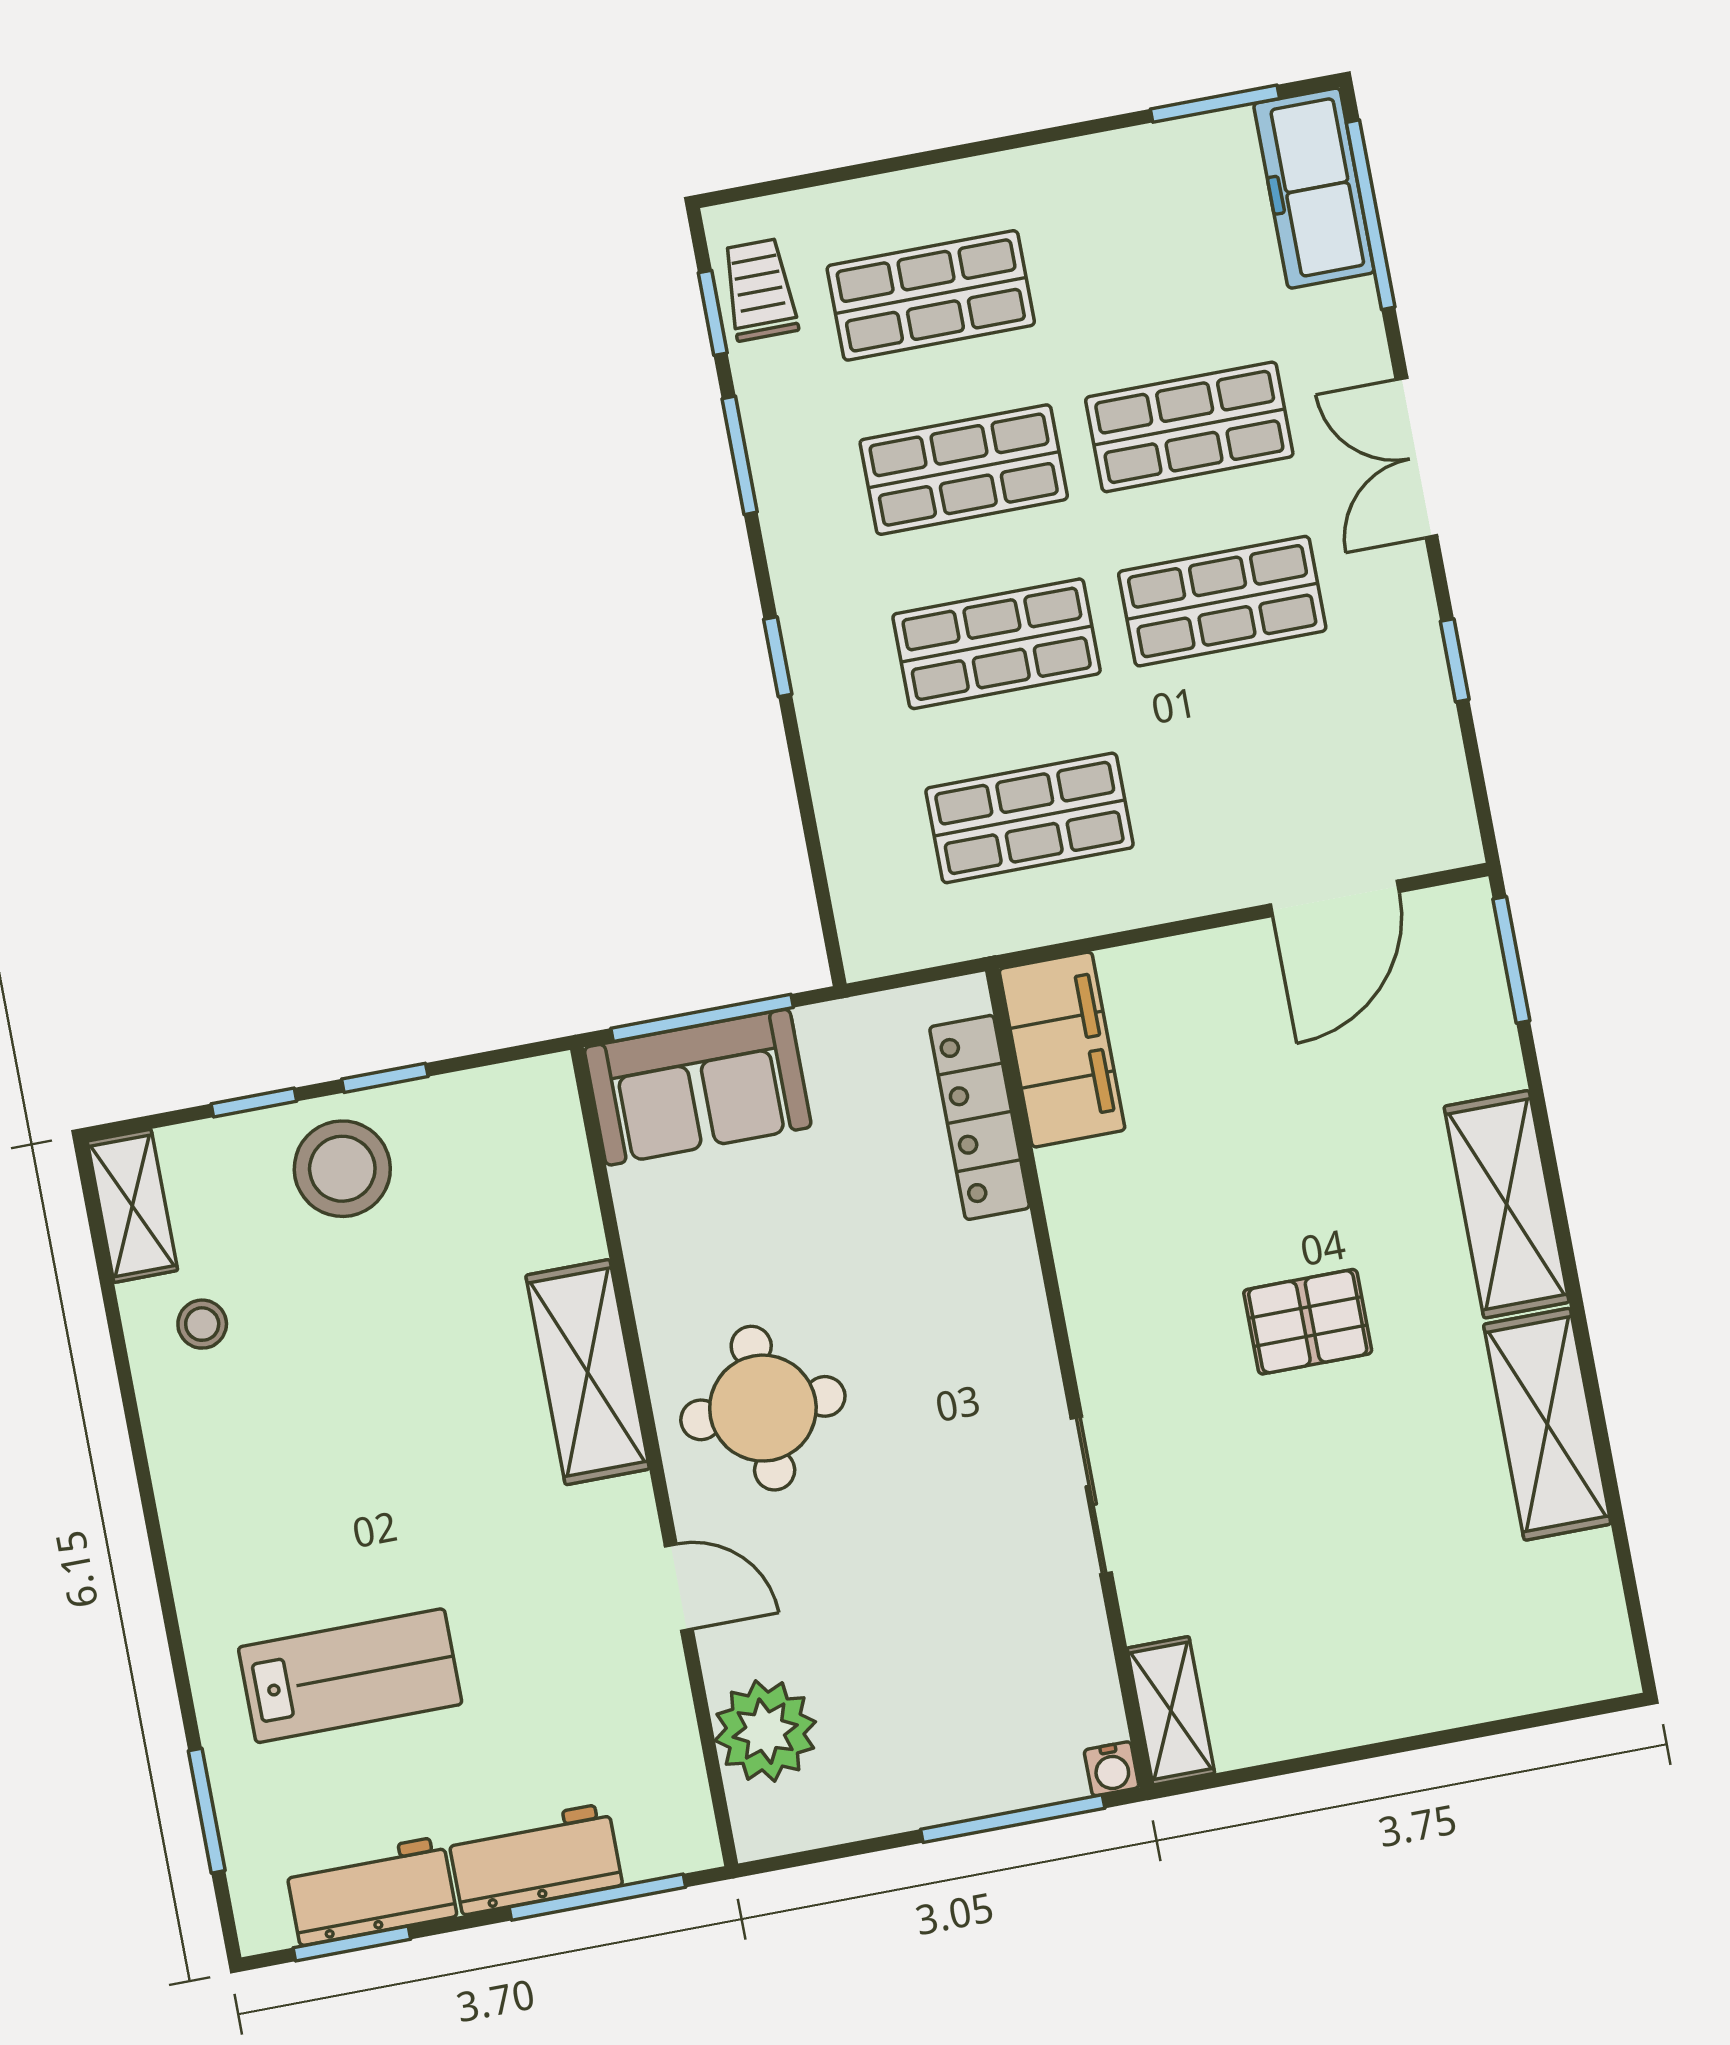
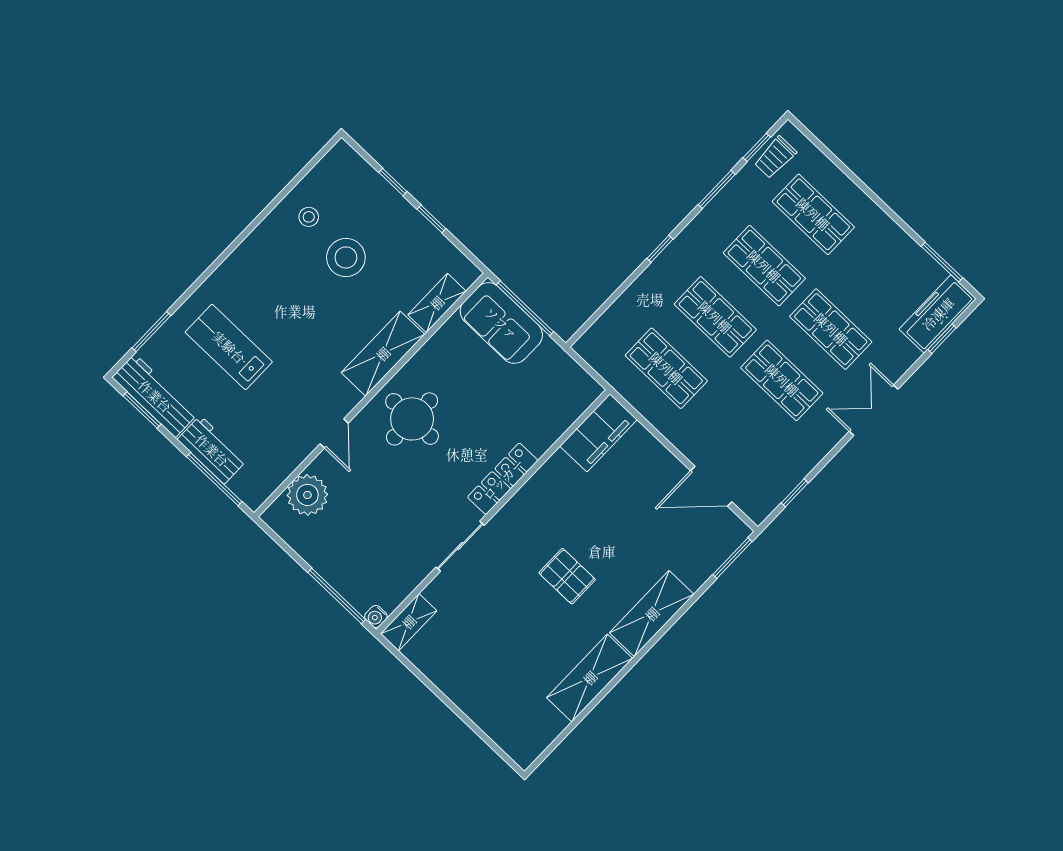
window: (1371, 215) -> (942, 339), width x0.46
trolley: (760, 290) -> (775, 157), turned 180
window: (1455, 660) -> (795, 493), moved
locker: (980, 1117) -> (503, 479), moved
stool: (342, 1169) -> (346, 258), moved
shelving: (132, 1206) -> (437, 303), moved
lab bench: (350, 1676) -> (229, 347), turned 180
workbench: (371, 1891) -> (155, 396), width x1.38

